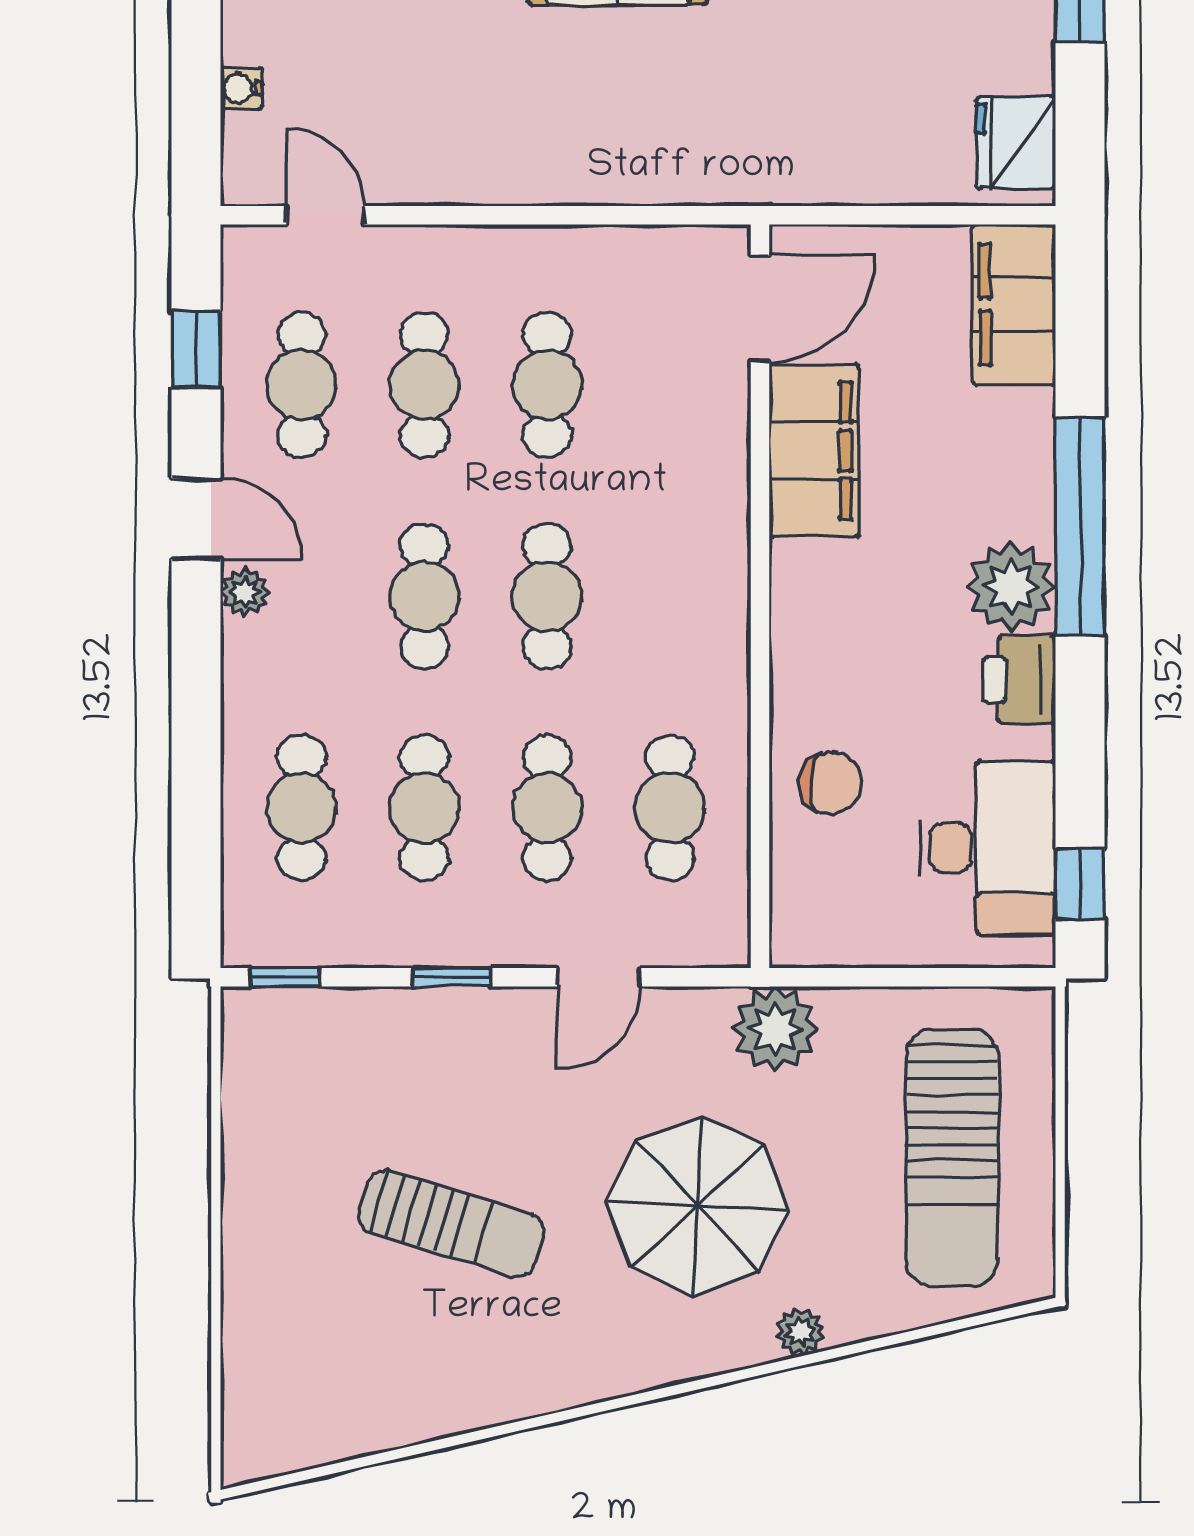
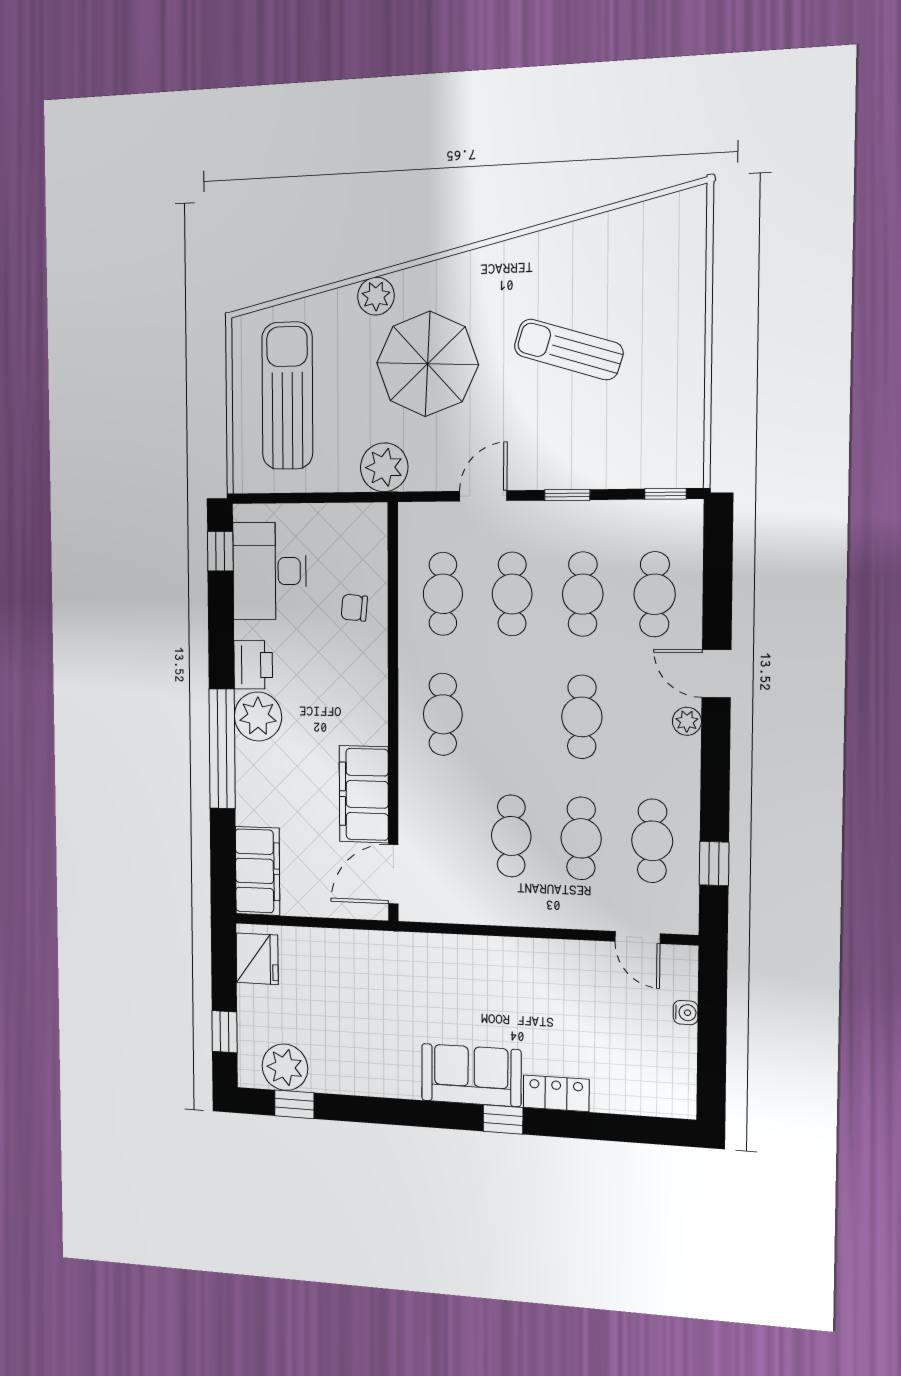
door: (196, 519) -> (716, 674), moved
cafe table: (547, 596) -> (443, 714), moved
chair: (830, 783) -> (354, 608), width x0.73, depth x0.73
plant: (800, 1332) -> (376, 296), width x1.38, depth x1.38

